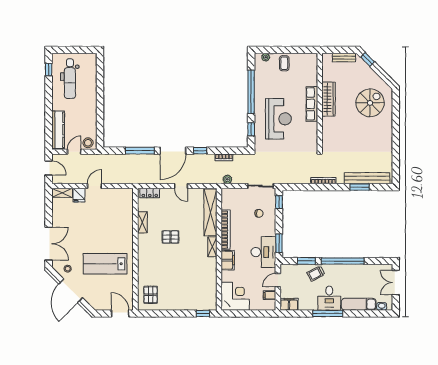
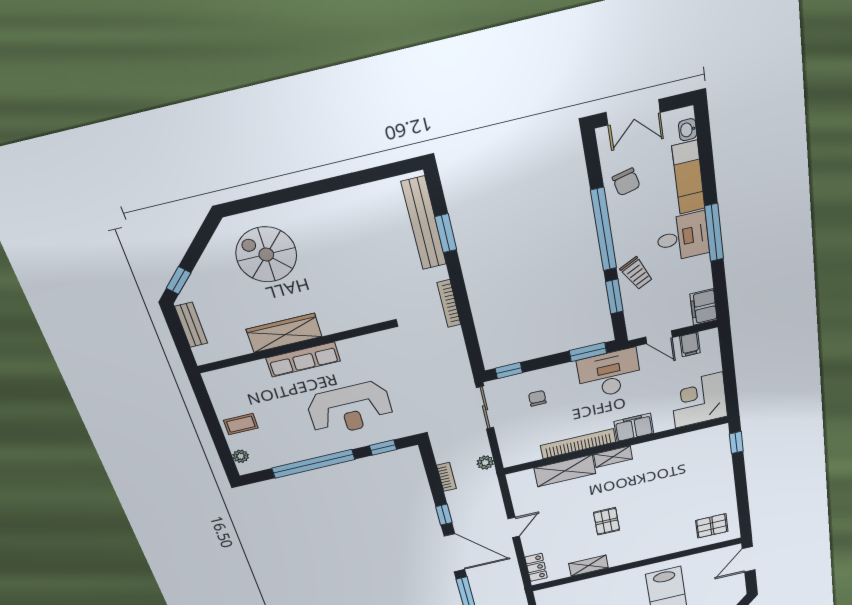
reception desk: (278, 119) -> (350, 409), turned 180
shelving: (210, 212) -> (565, 471), width x0.68
chair: (364, 275) -> (626, 182), added

